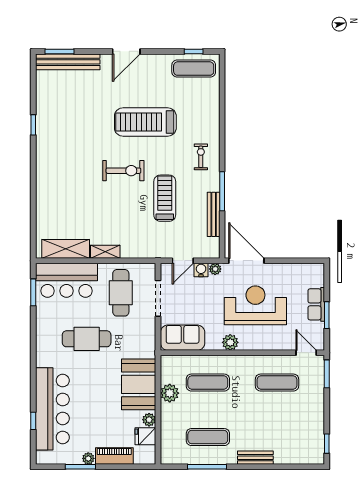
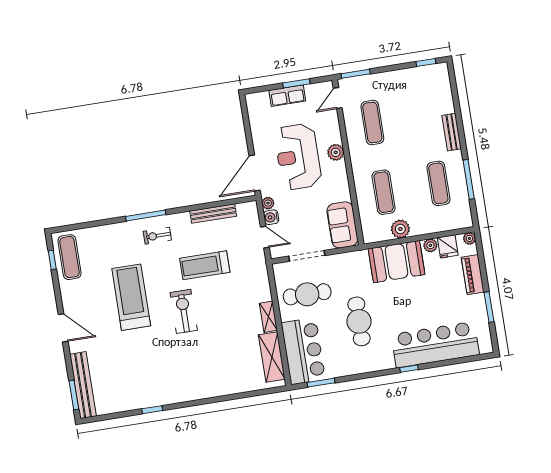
treadmill: (145, 122) -> (131, 297), turned 180
window: (222, 191) -> (146, 216), moved
plant: (230, 342) -> (336, 152), moved
window: (33, 421) -> (409, 369), moved
plant: (88, 458) -> (469, 238), moved

